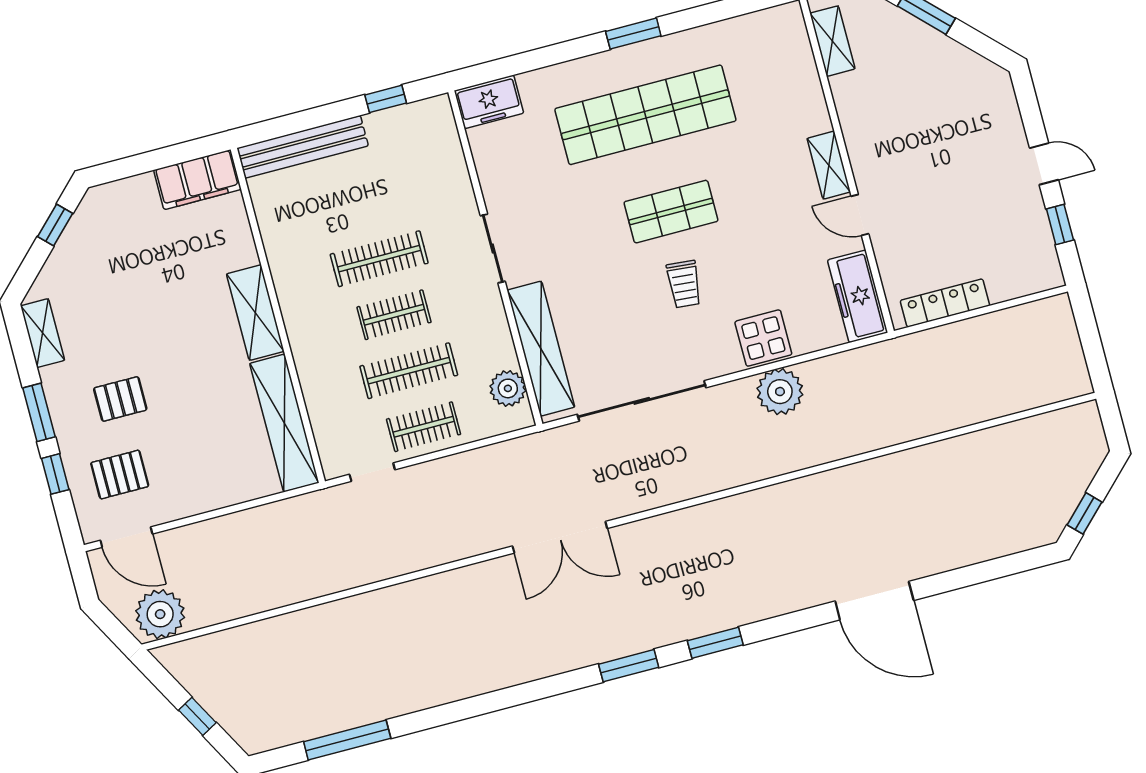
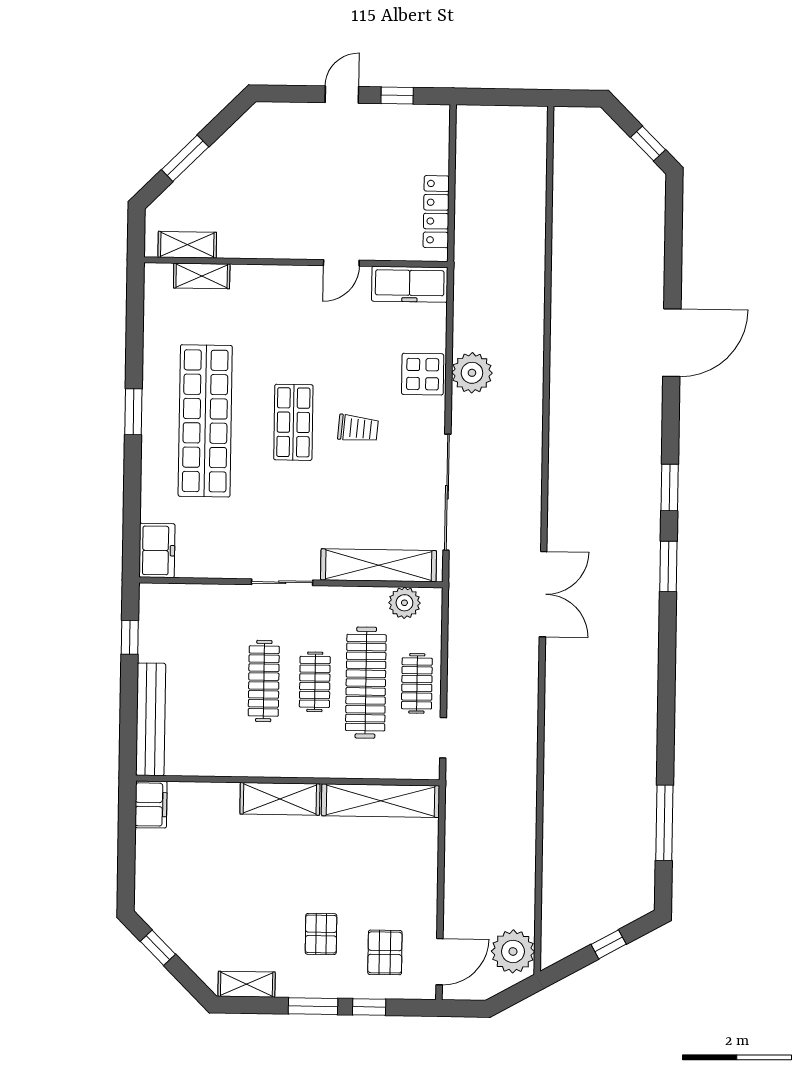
shelving: (829, 165) -> (202, 276), moved
filing cabinet: (197, 180) -> (151, 804), width x0.67, depth x0.86
clothes rail: (409, 371) -> (366, 683), width x1.37, depth x1.31

